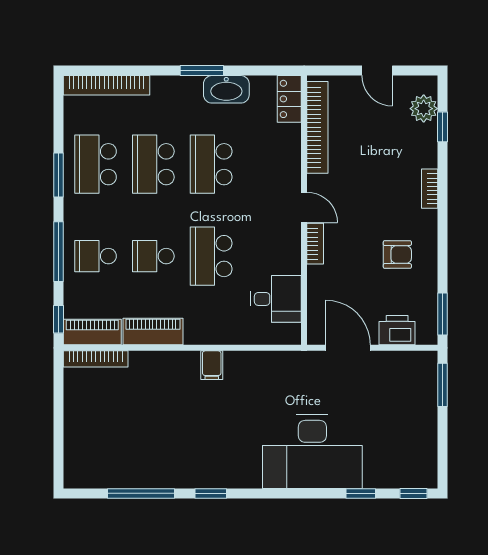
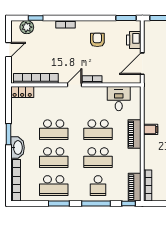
washbasin: (226, 89) -> (18, 148), moved
school desk: (153, 256) -> (98, 158), width x1.85
piano: (153, 332) -> (134, 134), moved

